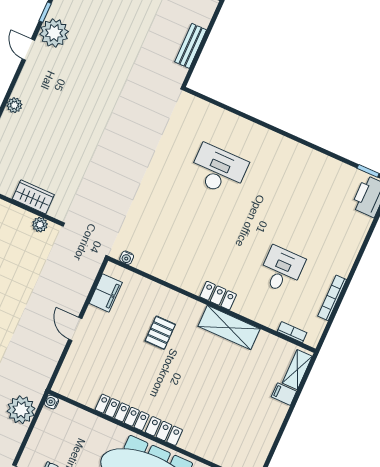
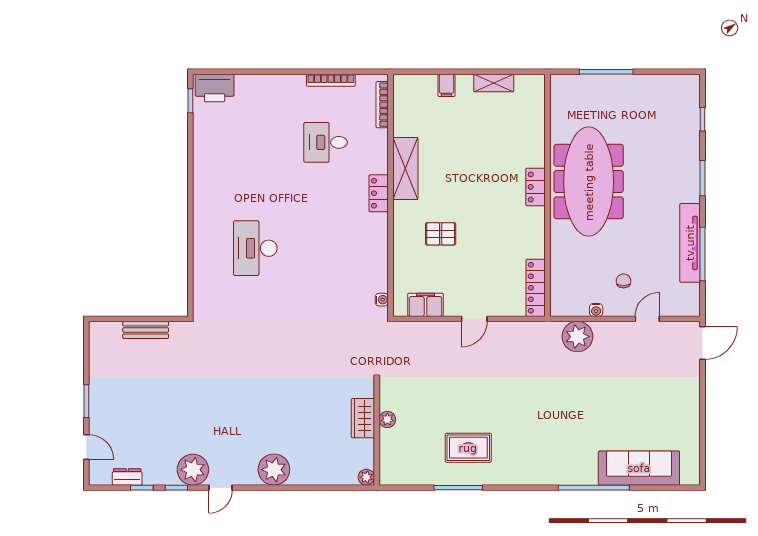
plant: (14, 105) -> (274, 470), width x1.88, depth x1.88
plant: (40, 225) -> (387, 419), moved
bookcase: (292, 332) -> (382, 105), width x1.56
shelving: (297, 370) -> (494, 83), moved
water cooler: (52, 402) -> (596, 310), moved
locker: (122, 412) -> (536, 288), moved

